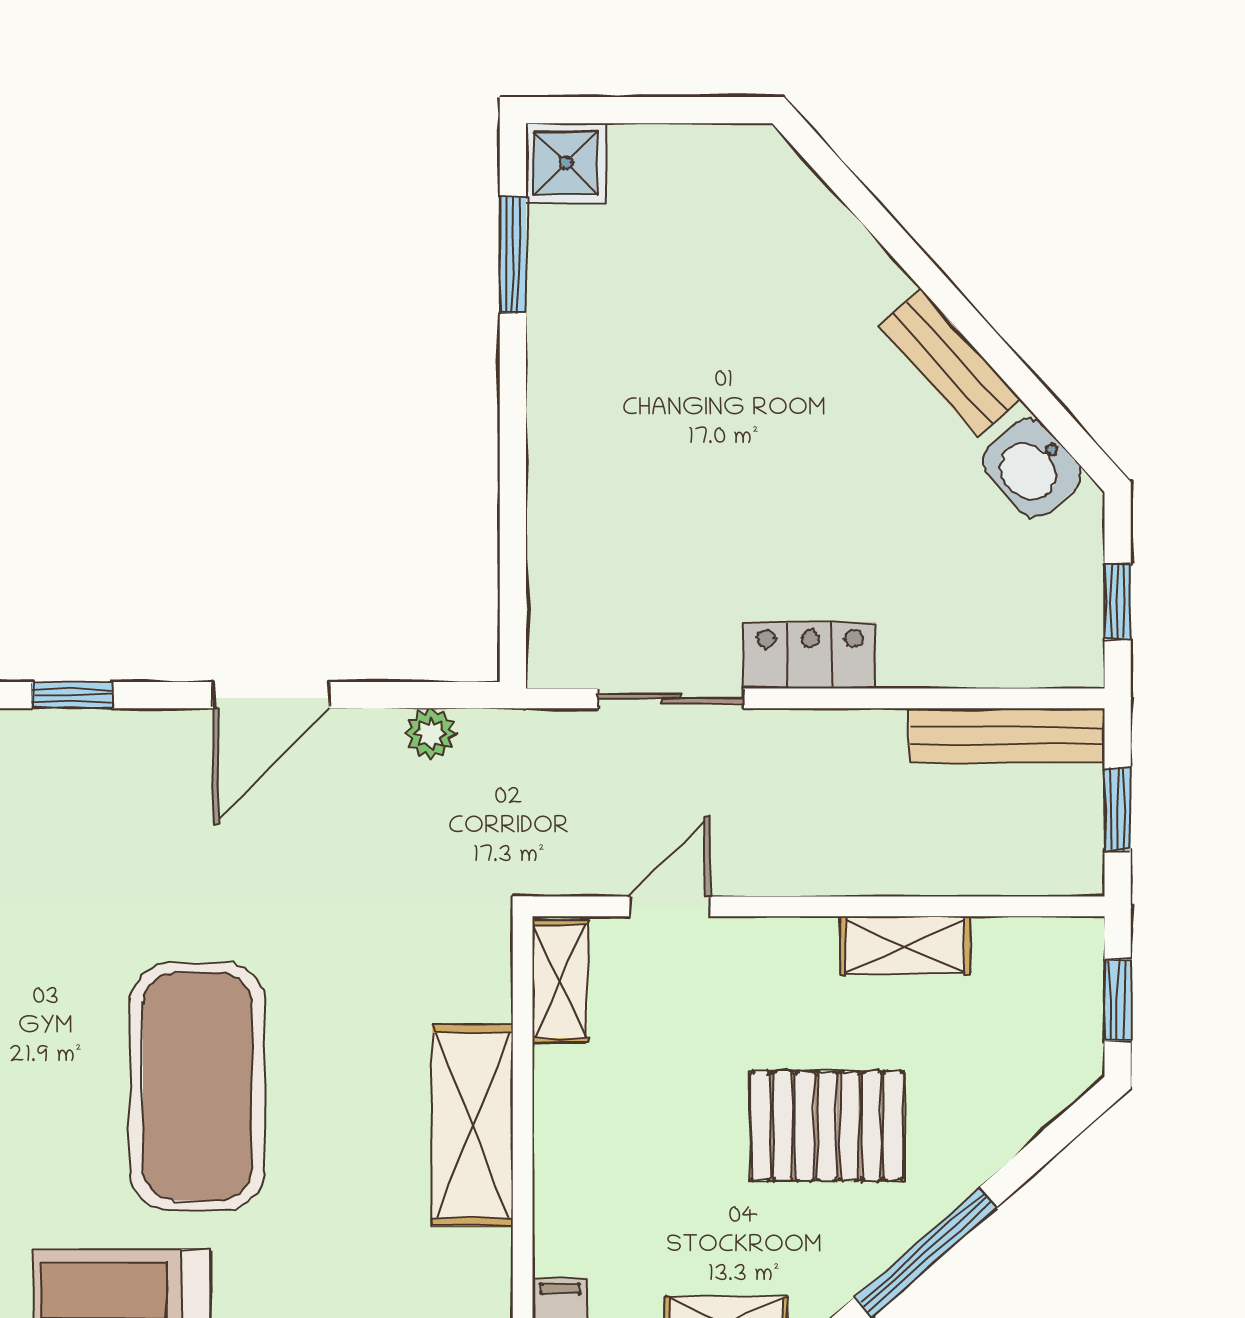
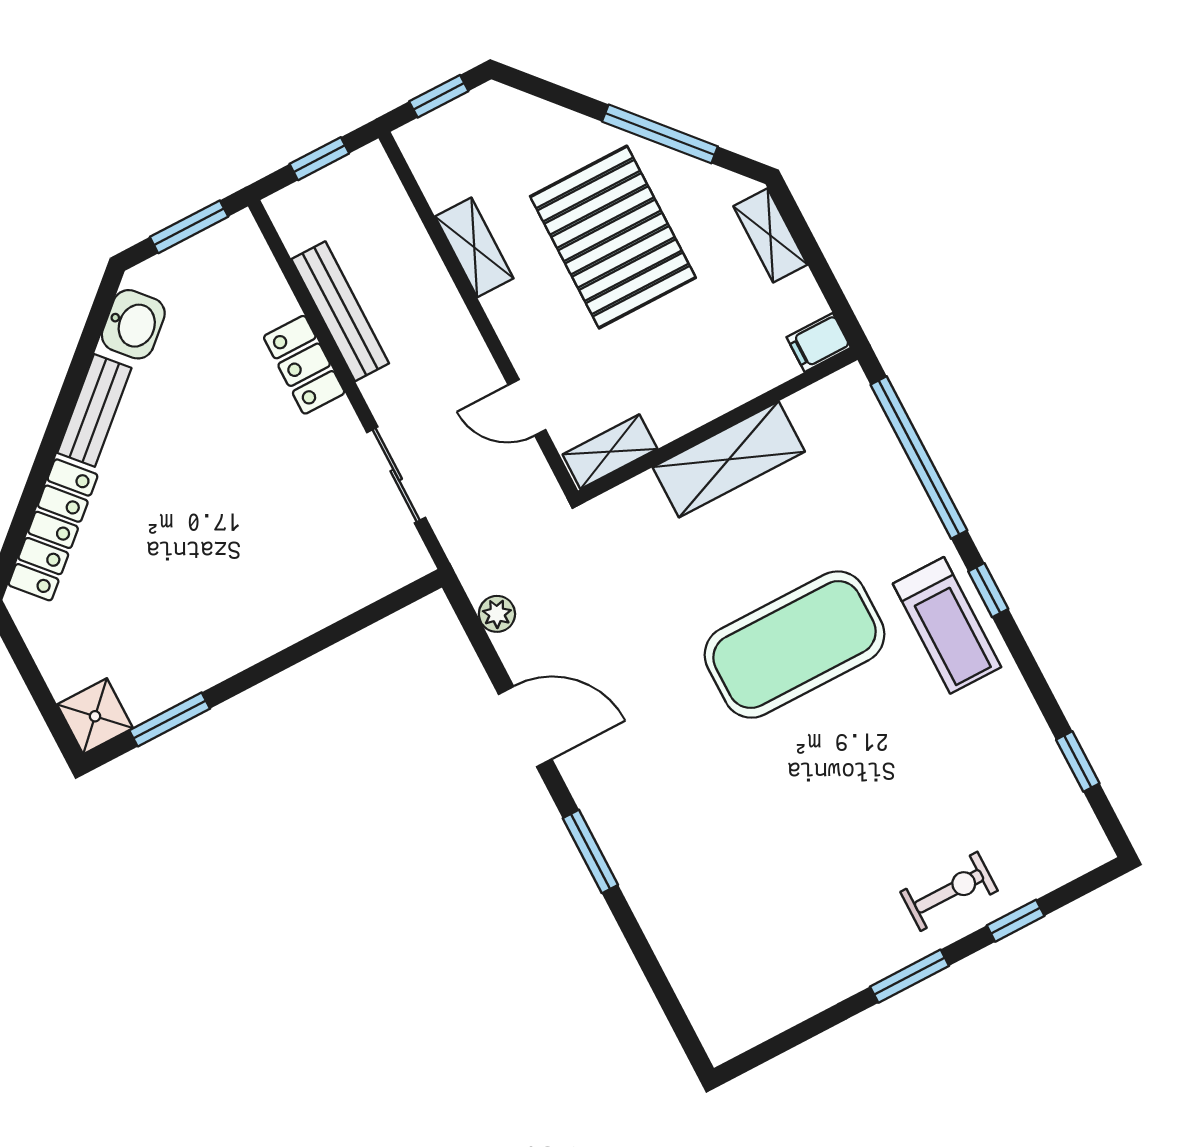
locker: (827, 233) -> (53, 530), added
window: (1118, 602) -> (189, 227), width x1.50
locker: (810, 655) -> (304, 365), moved
window: (72, 695) -> (590, 851), width x1.50
bench: (1007, 735) -> (340, 311), moved
pallet: (827, 1126) -> (613, 237), width x1.37, depth x1.41

